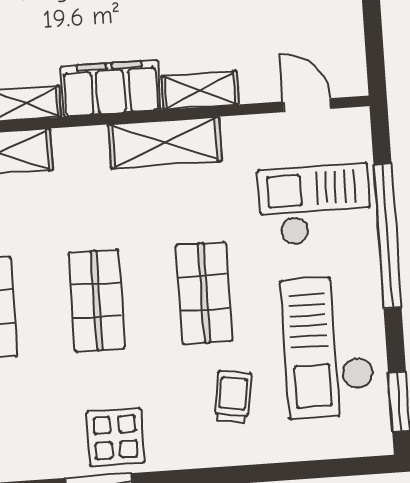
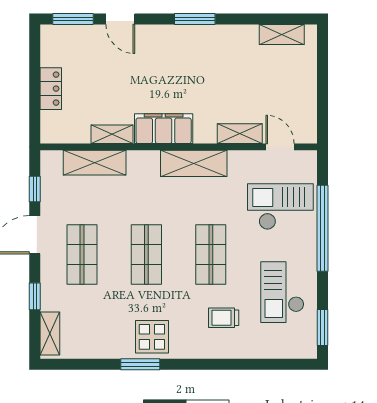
shelving: (200, 90) -> (240, 134), moved
checkout: (328, 347) -> (282, 292), width x0.73, depth x0.83
trolley: (233, 397) -> (224, 318), turned -99

